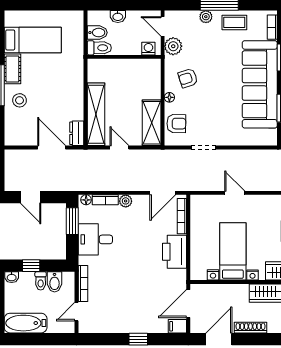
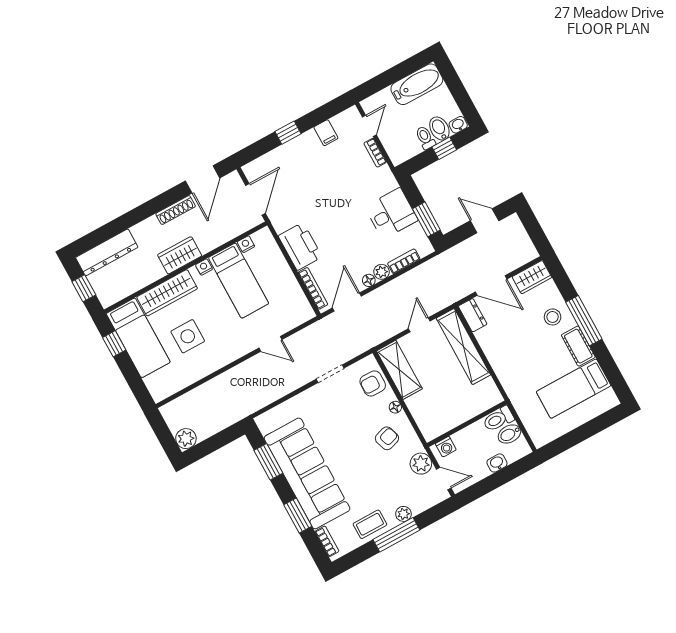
wardrobe: (19, 137) -> (532, 277), added
door: (119, 148) -> (419, 325), swing flipped
floor lamp: (86, 200) -> (369, 280), moved
bidet: (55, 282) -> (439, 129), moved
bookcase: (83, 283) -> (375, 153), width x0.64
filing cabinet: (177, 326) -> (326, 133), moved, turned 90

